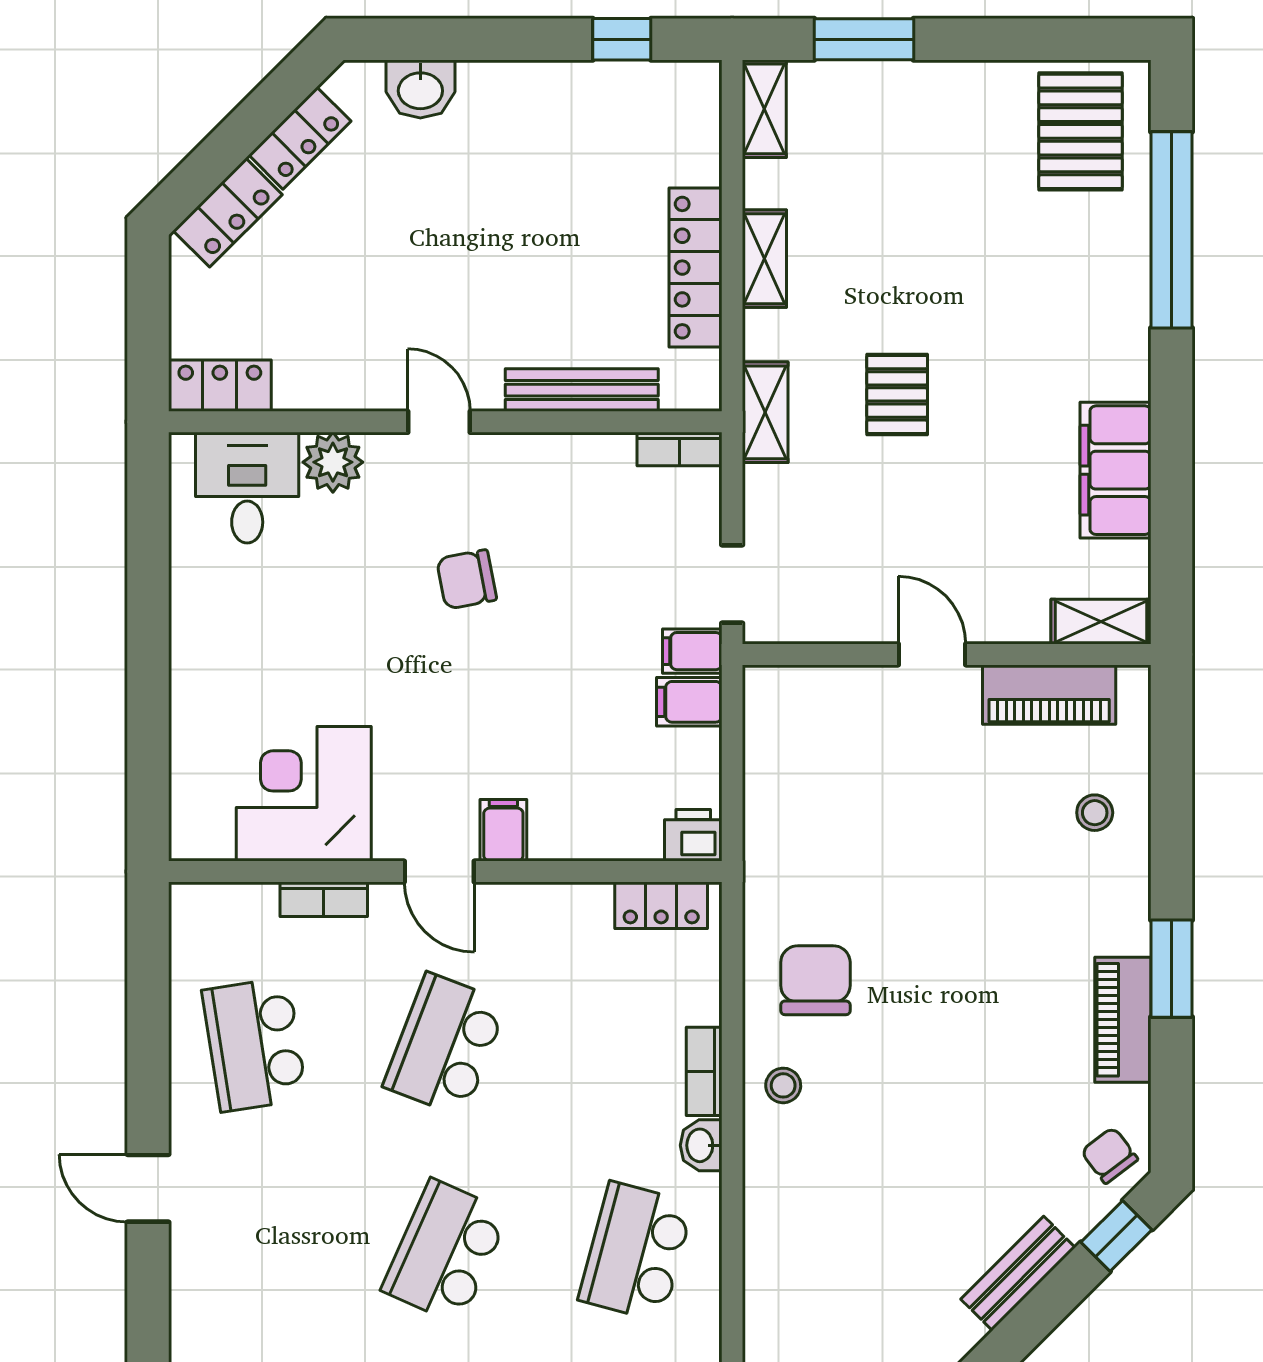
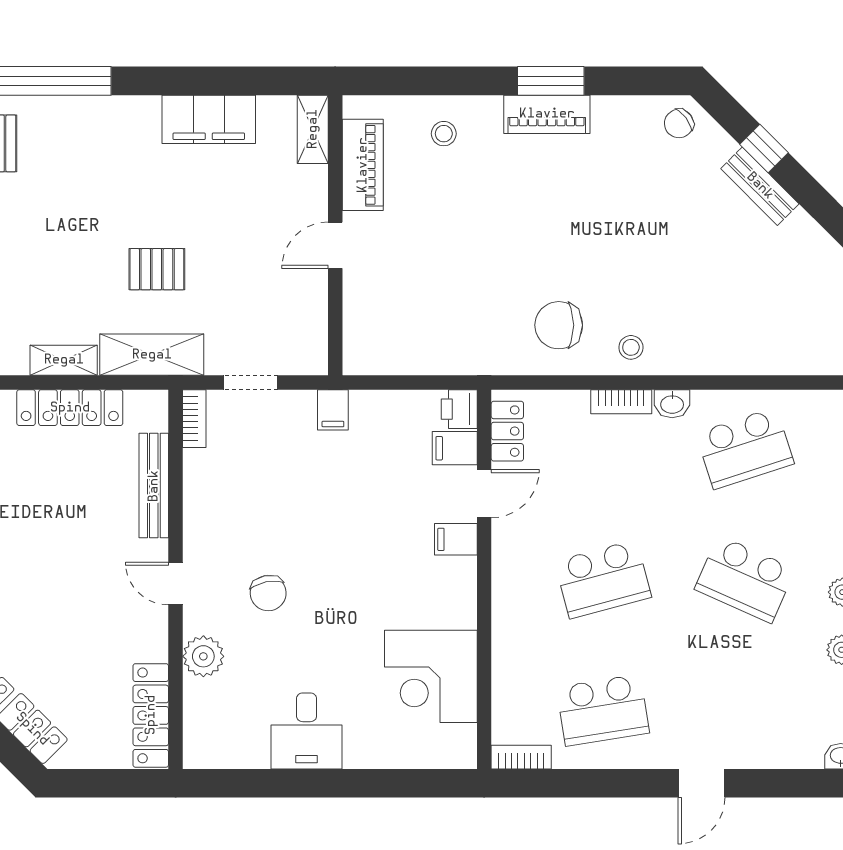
locker: (220, 386) -> (151, 715), width x1.53
shelving: (765, 412) -> (152, 355), width x1.50, depth x1.33
door: (439, 422) -> (176, 584), hinge flipped
desk: (247, 488) -> (307, 731), moved, turned -90
chair: (467, 579) -> (268, 593), moved
doorway: (732, 584) -> (251, 382), moved
filing cabinet: (689, 702) -> (455, 448), moved, turned 90
door: (439, 872) -> (484, 494), moved
bookcase: (324, 899) -> (521, 757), moved, turned -90
piano: (1123, 1020) -> (547, 114), moved
school desk: (445, 1045) -> (603, 579), turned -36
window: (1116, 1236) -> (764, 148), moved
school desk: (636, 1252) -> (745, 448), turned -33

